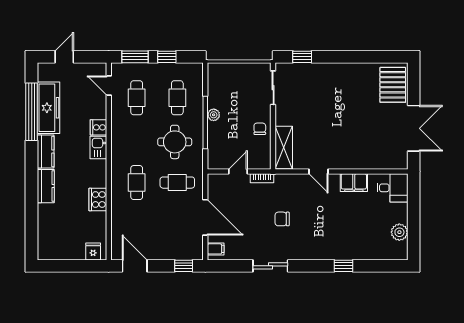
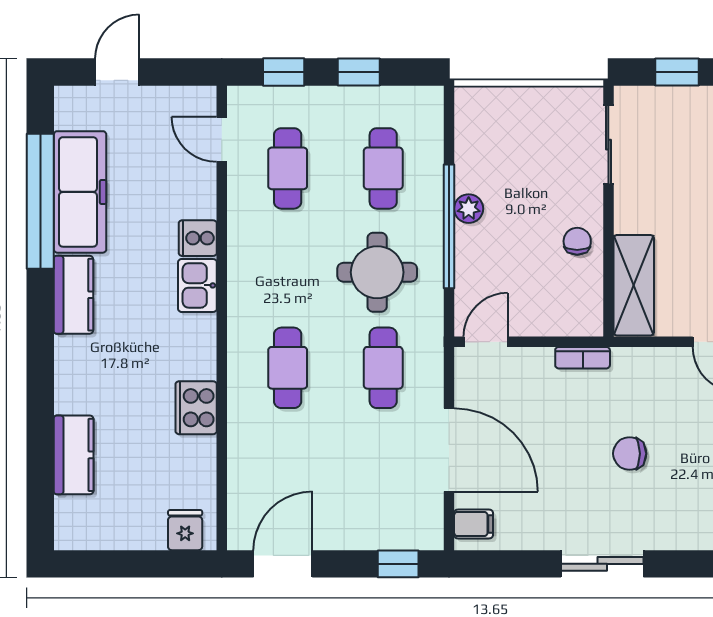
window: (135, 57) -> (284, 72), width x0.67
door: (238, 171) -> (486, 342), moved
cafe table: (177, 183) -> (383, 368), turned 90
kitchen counter: (46, 186) -> (74, 455), moved
door: (135, 266) -> (283, 564), hinge flipped

